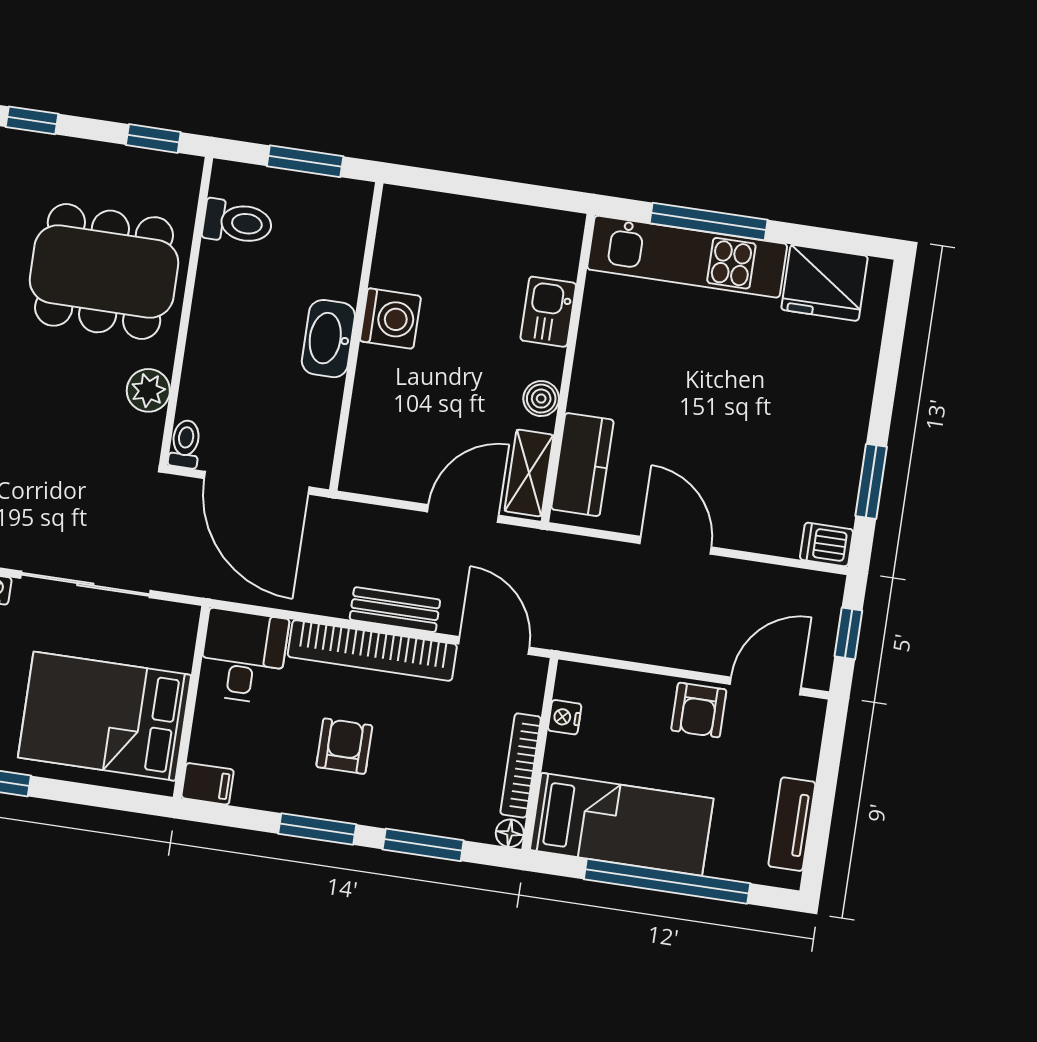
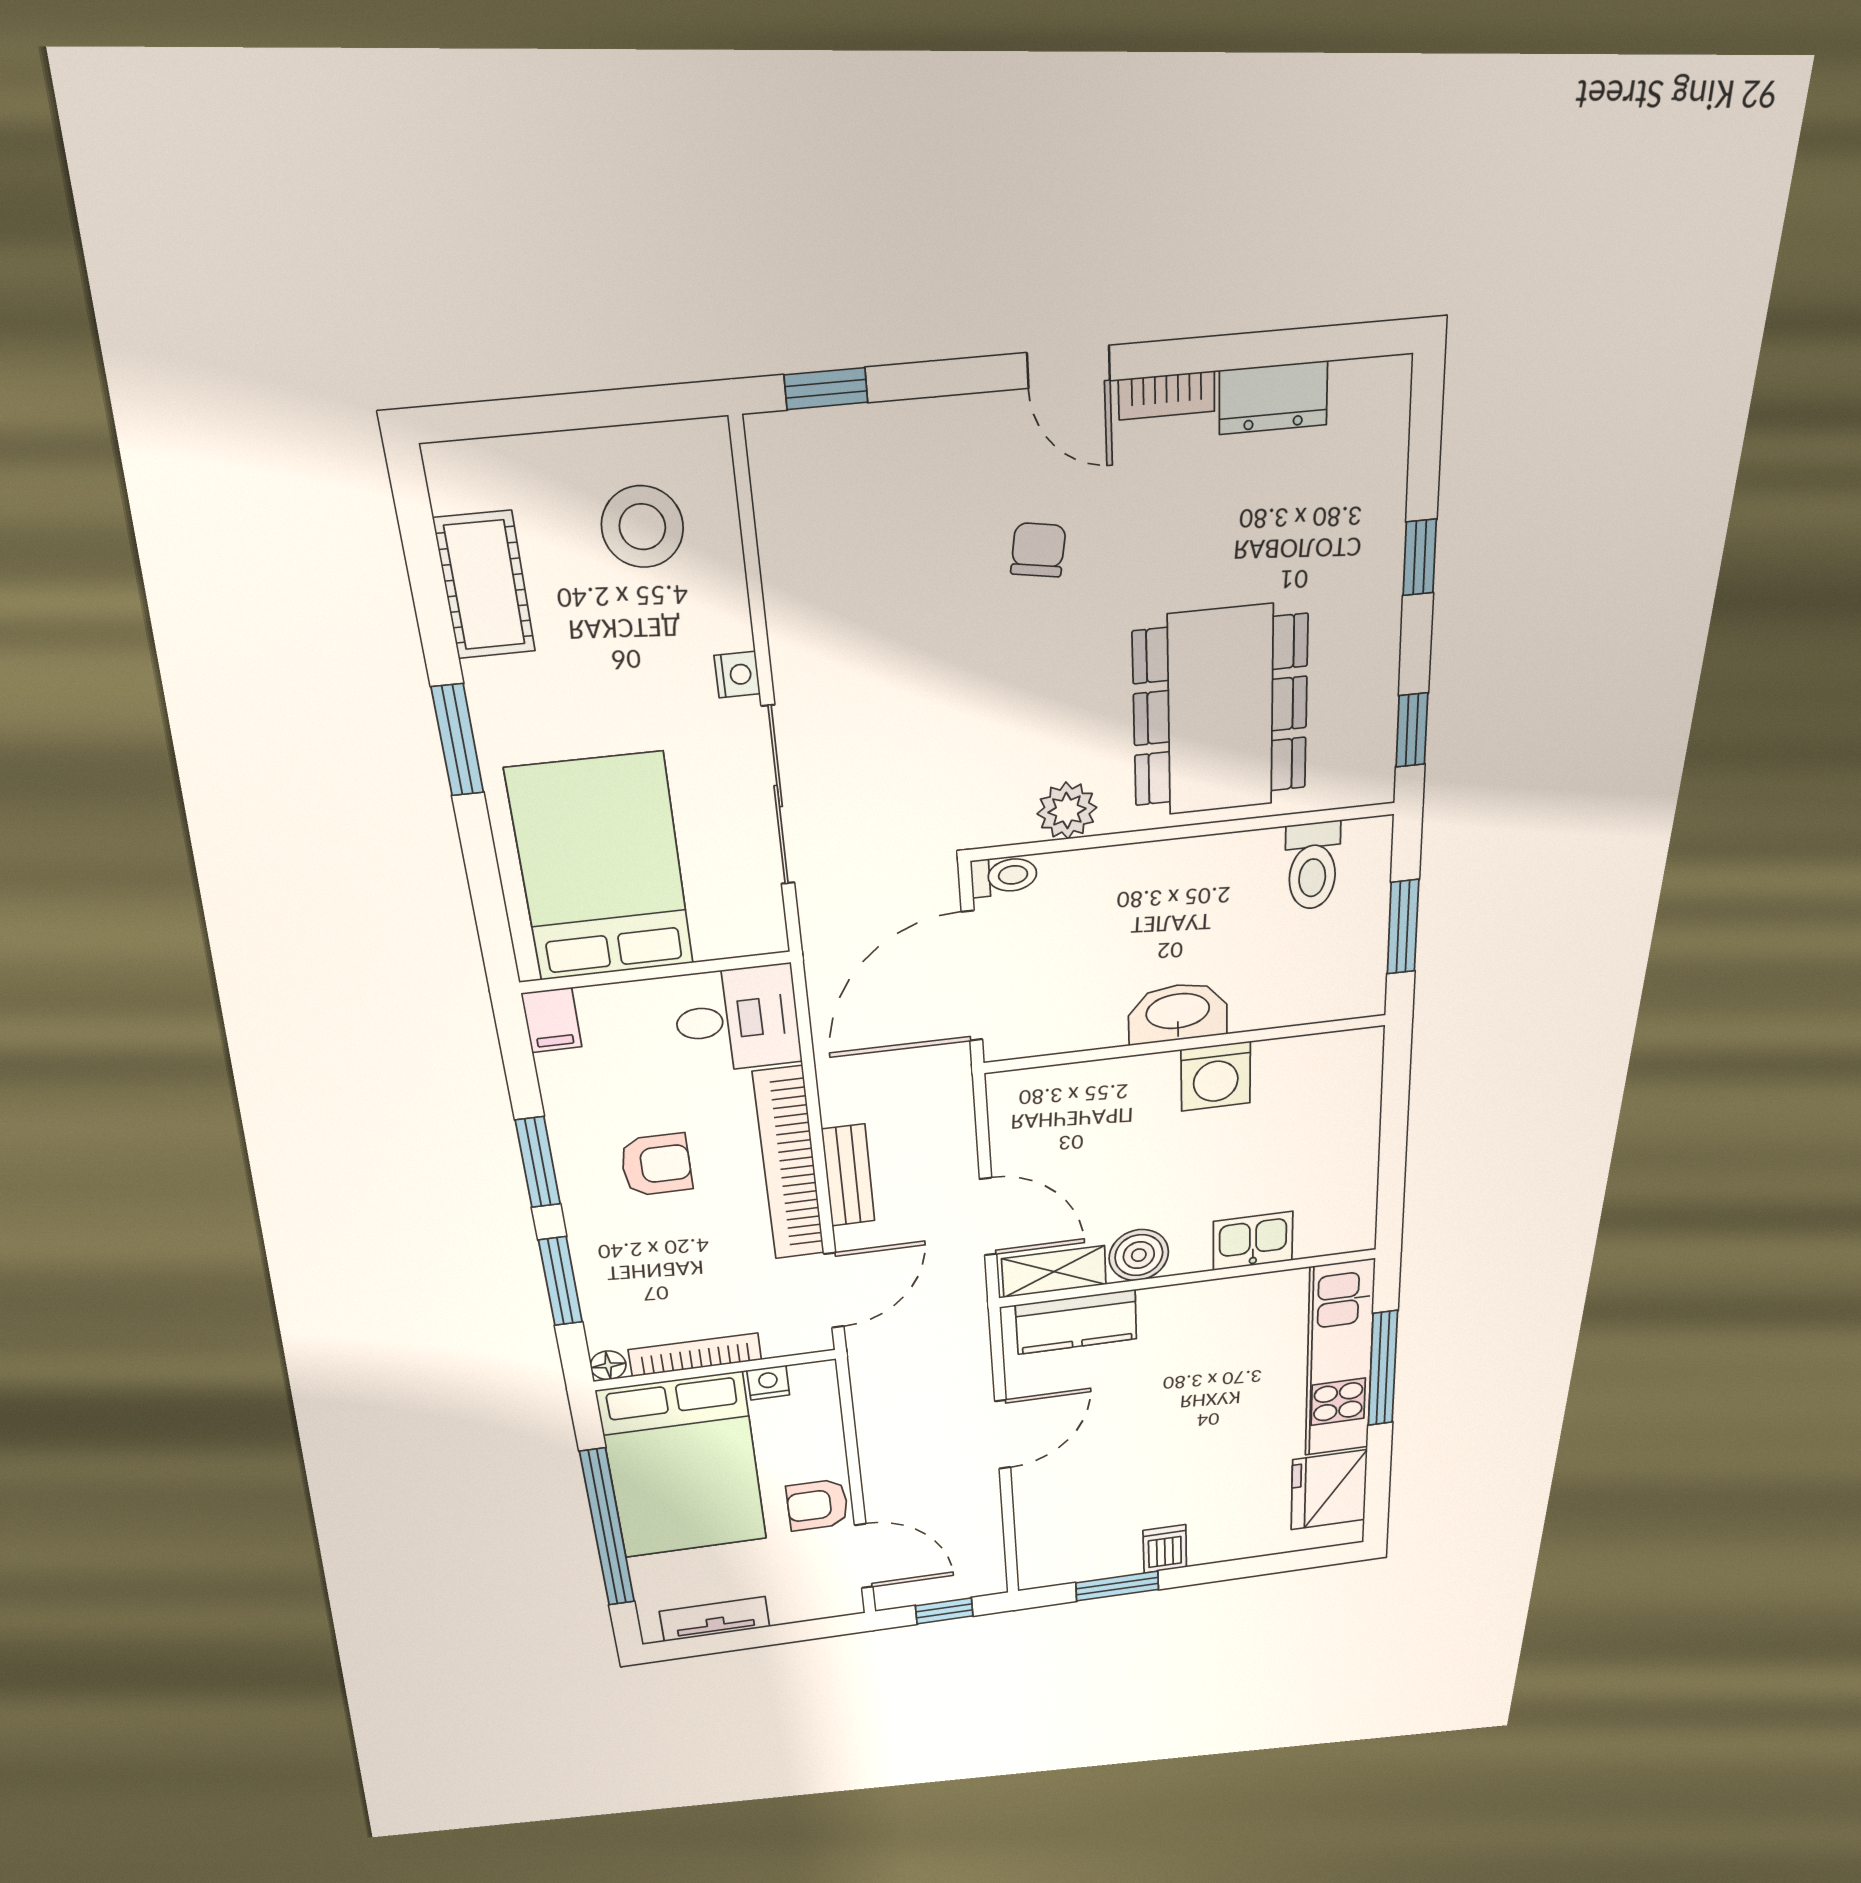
boiler: (541, 399) -> (1139, 1255), width x1.36, depth x1.36
dishwasher: (826, 544) -> (1165, 1549), moved
bed: (622, 824) -> (683, 1466), width x1.50

